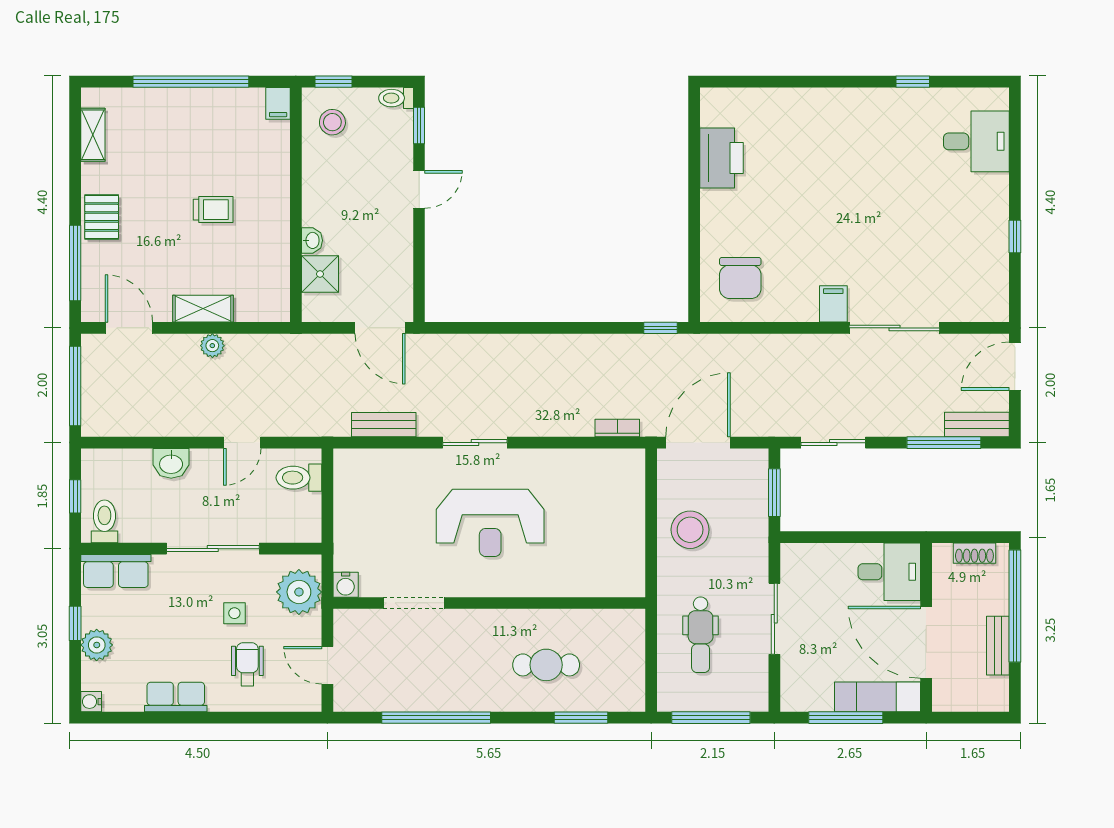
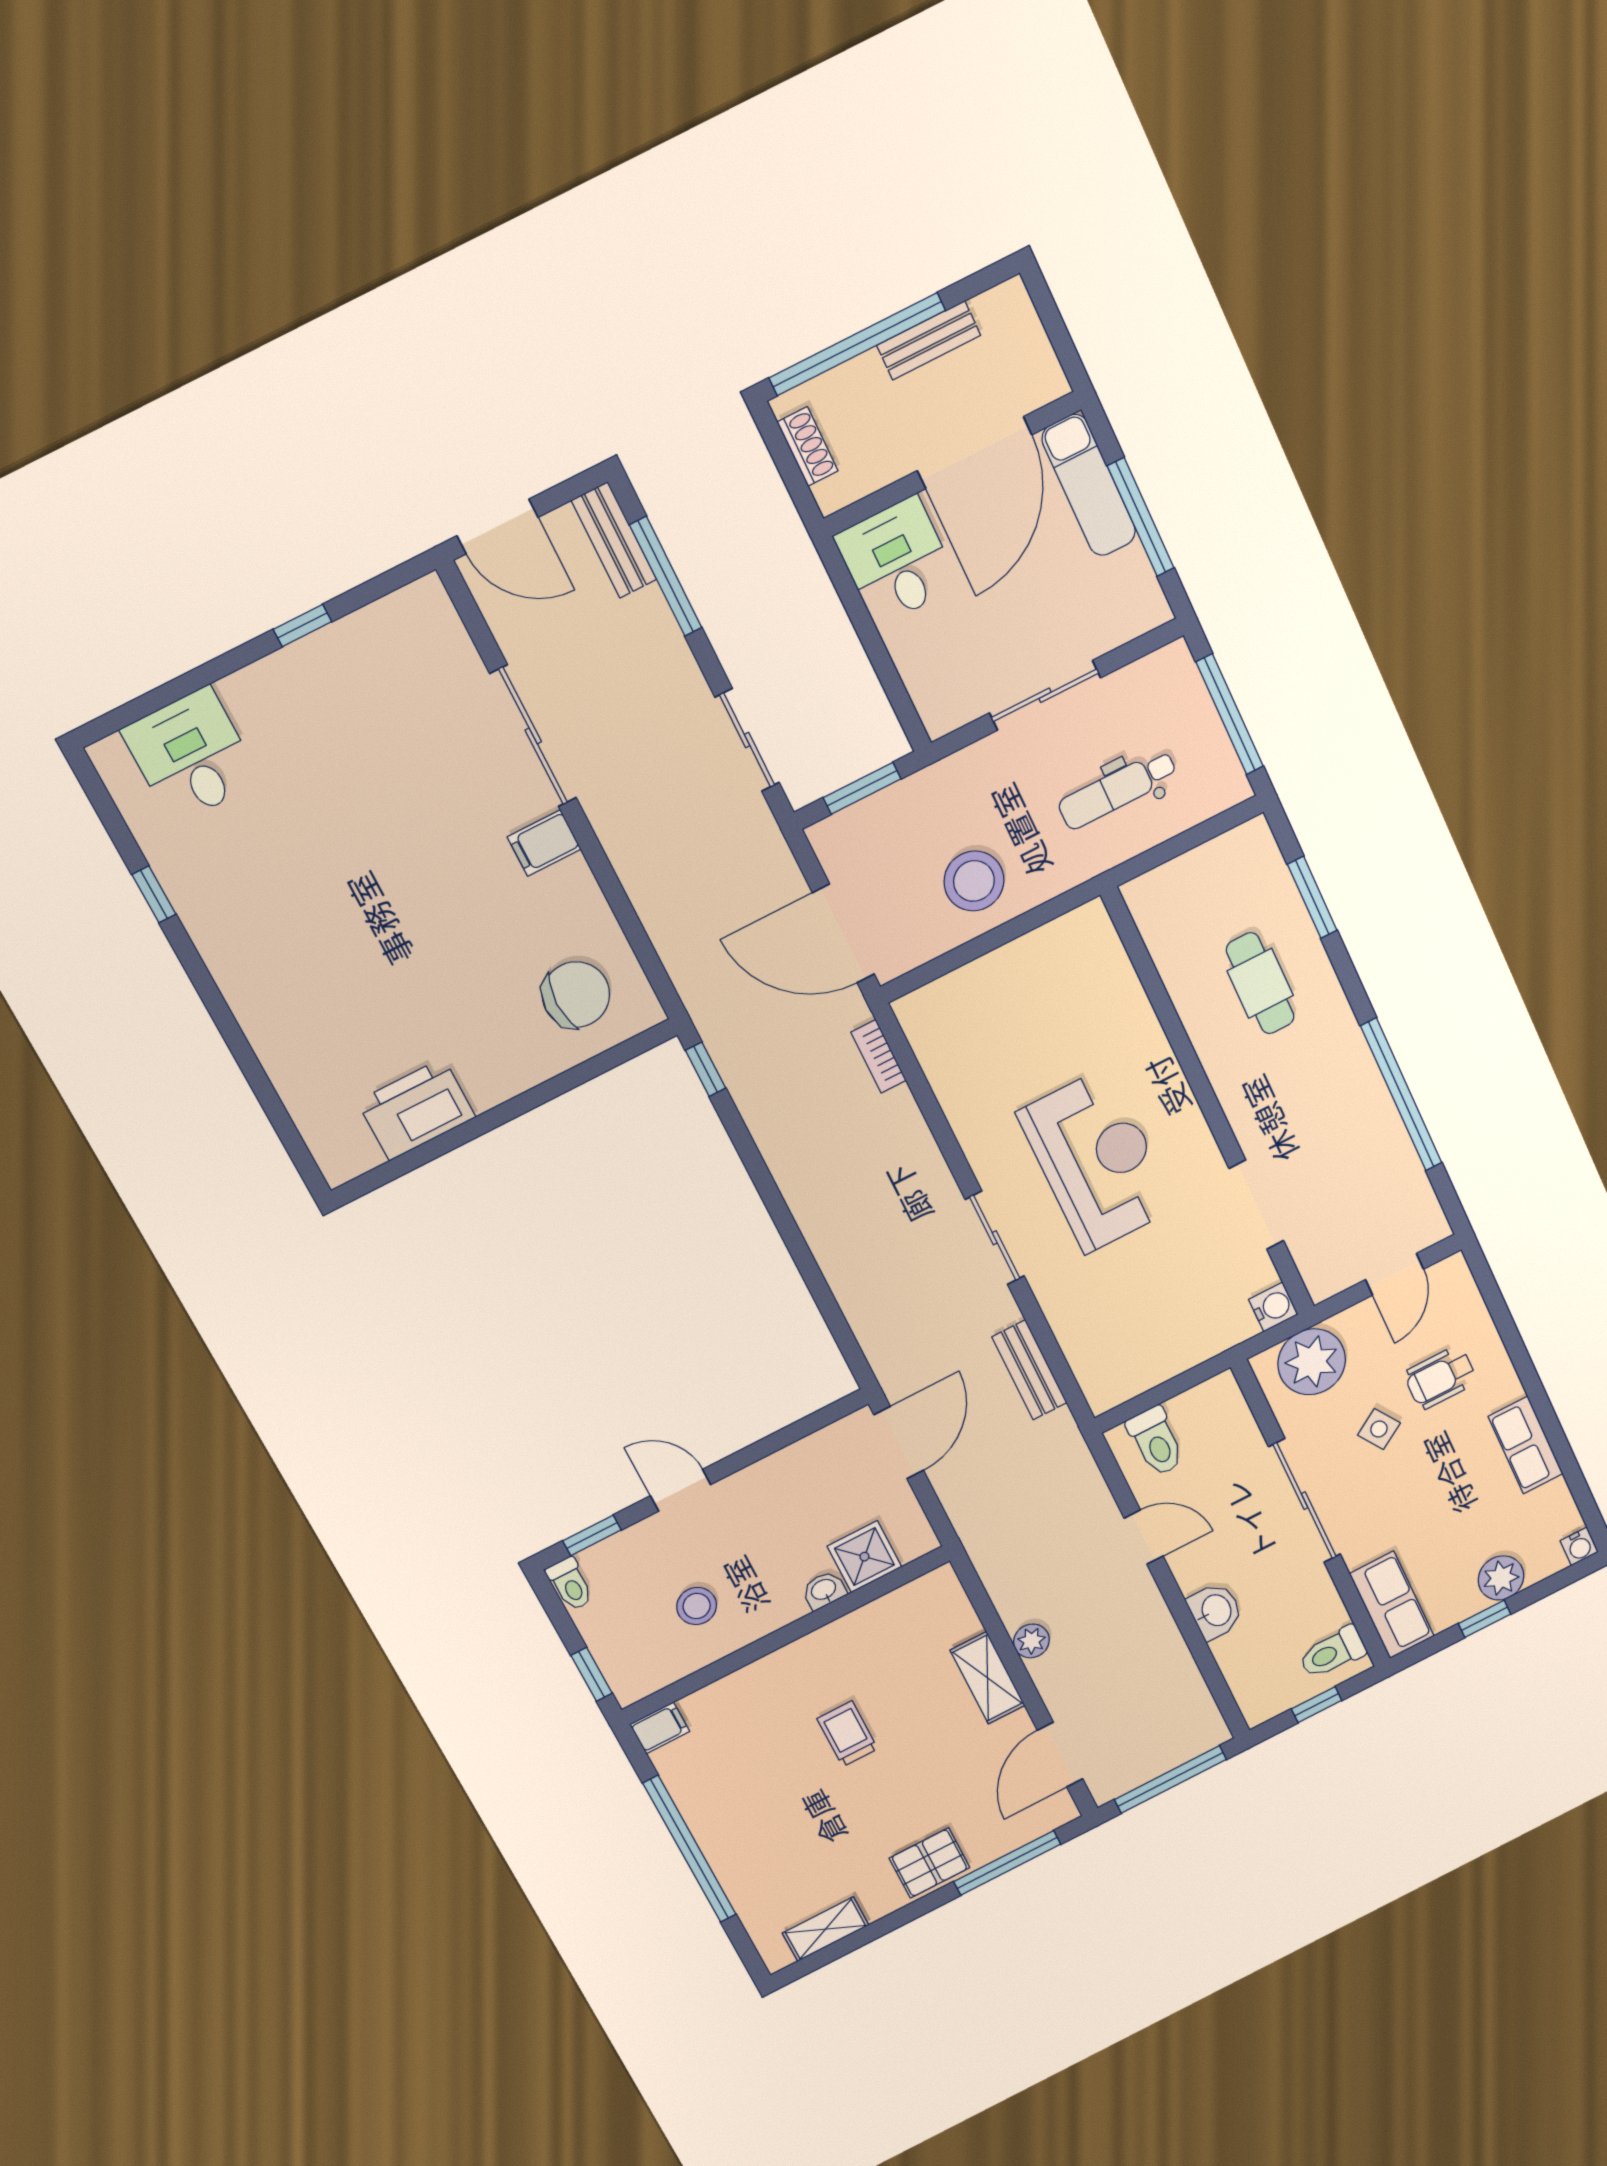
stool: (332, 122) -> (697, 1606), moved
side table: (234, 613) -> (1379, 1429), turned -33
dental chair: (701, 635) -> (1118, 789), turned 180

